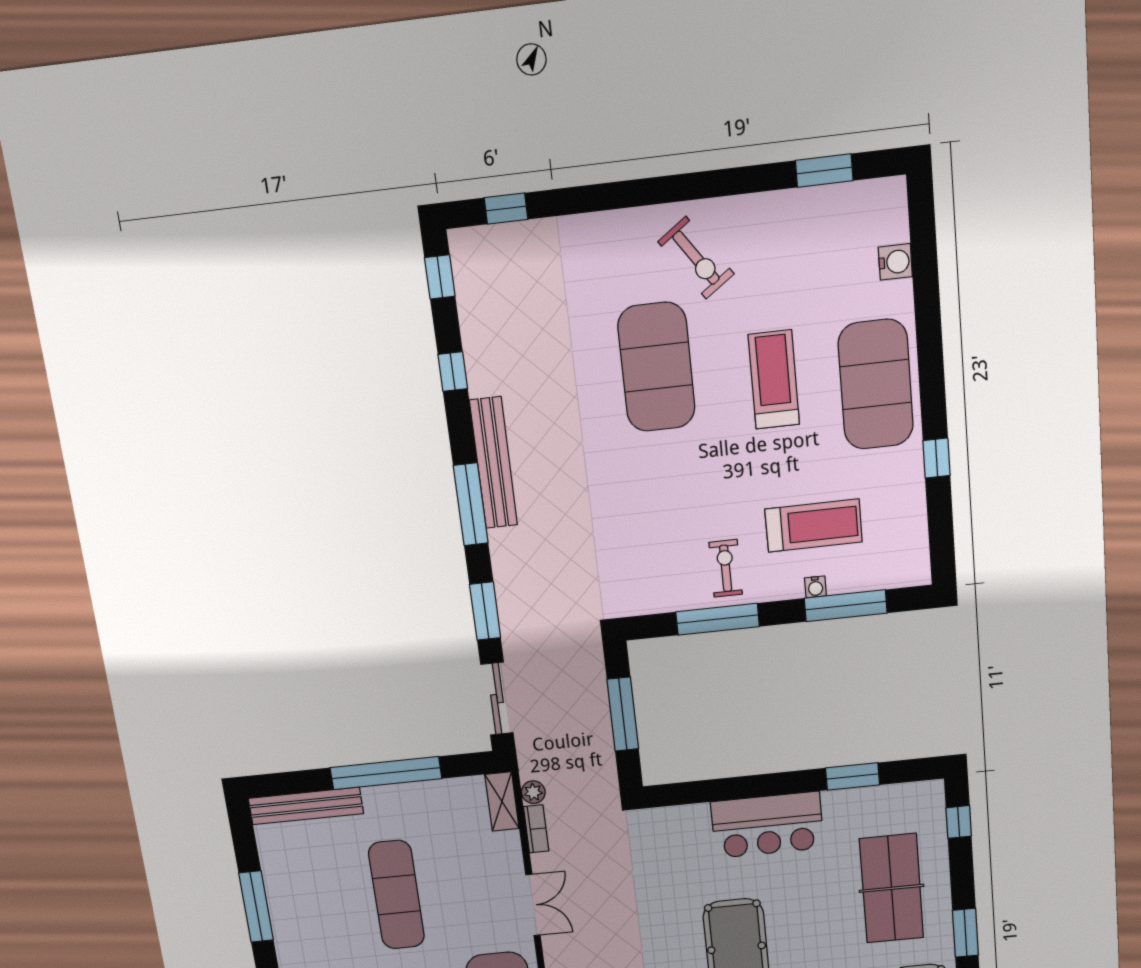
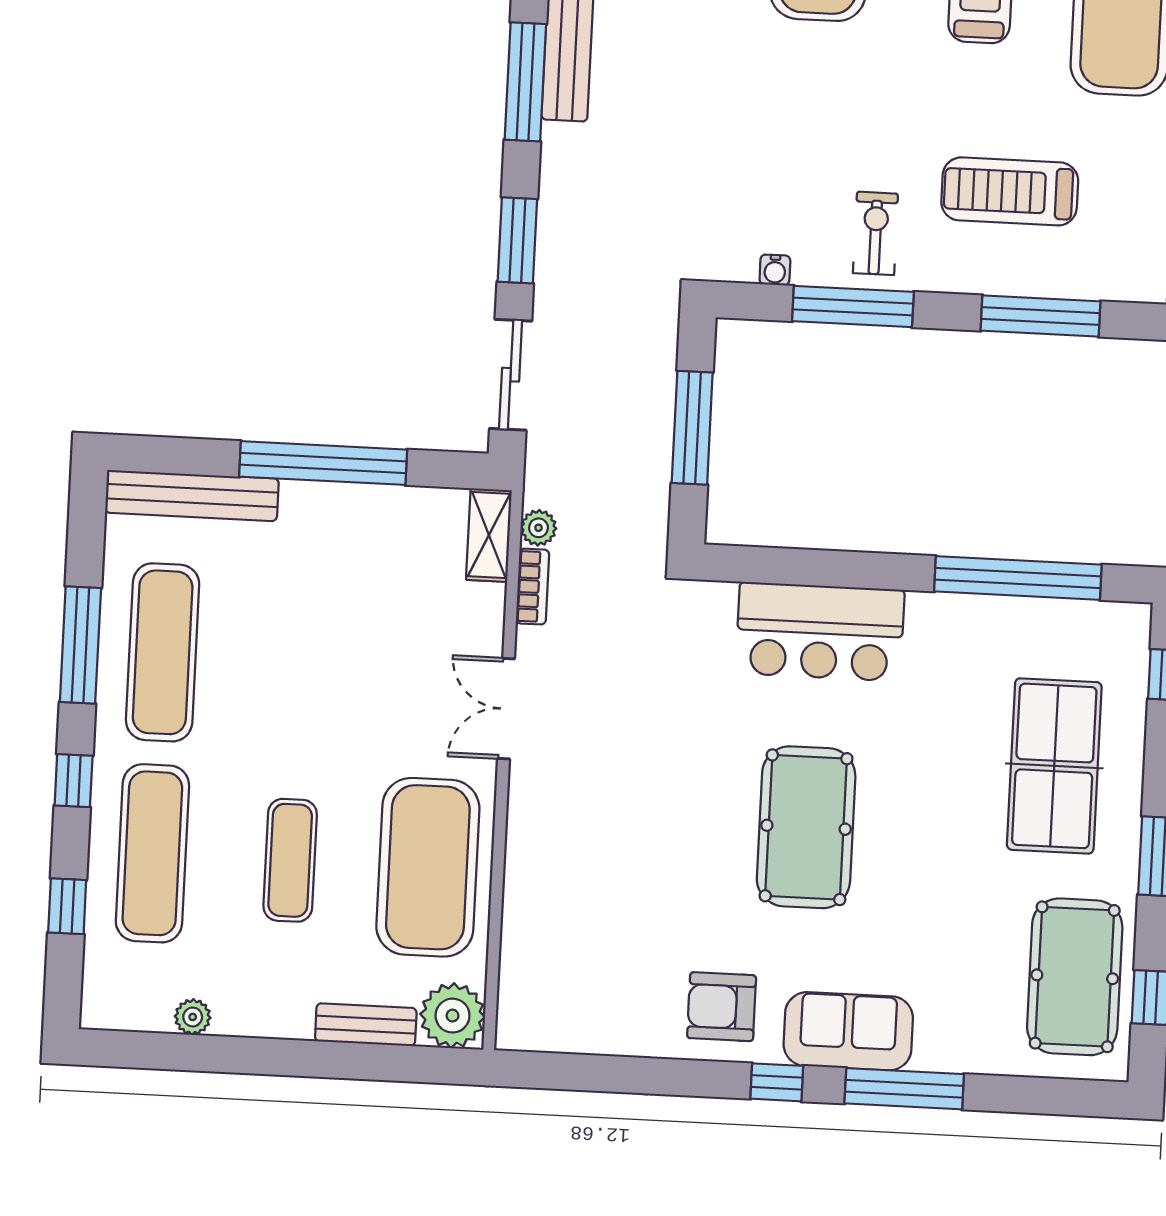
treadmill: (814, 526) -> (1010, 191), turned 180
water cooler: (815, 587) -> (775, 270), moved
window: (853, 776) -> (1018, 578), width x2.11
bar counter: (767, 825) -> (820, 632), moved
exercise mat: (396, 895) -> (163, 652), moved
double door: (533, 905) -> (506, 709), swing flipped

